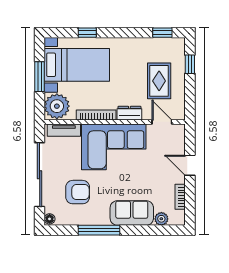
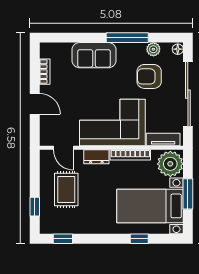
plant: (161, 219) -> (153, 49), moved

